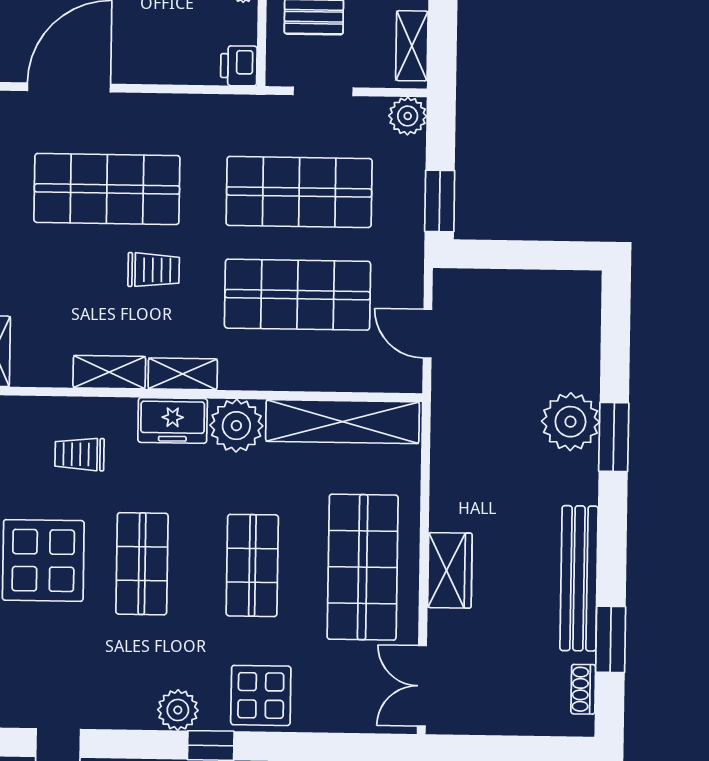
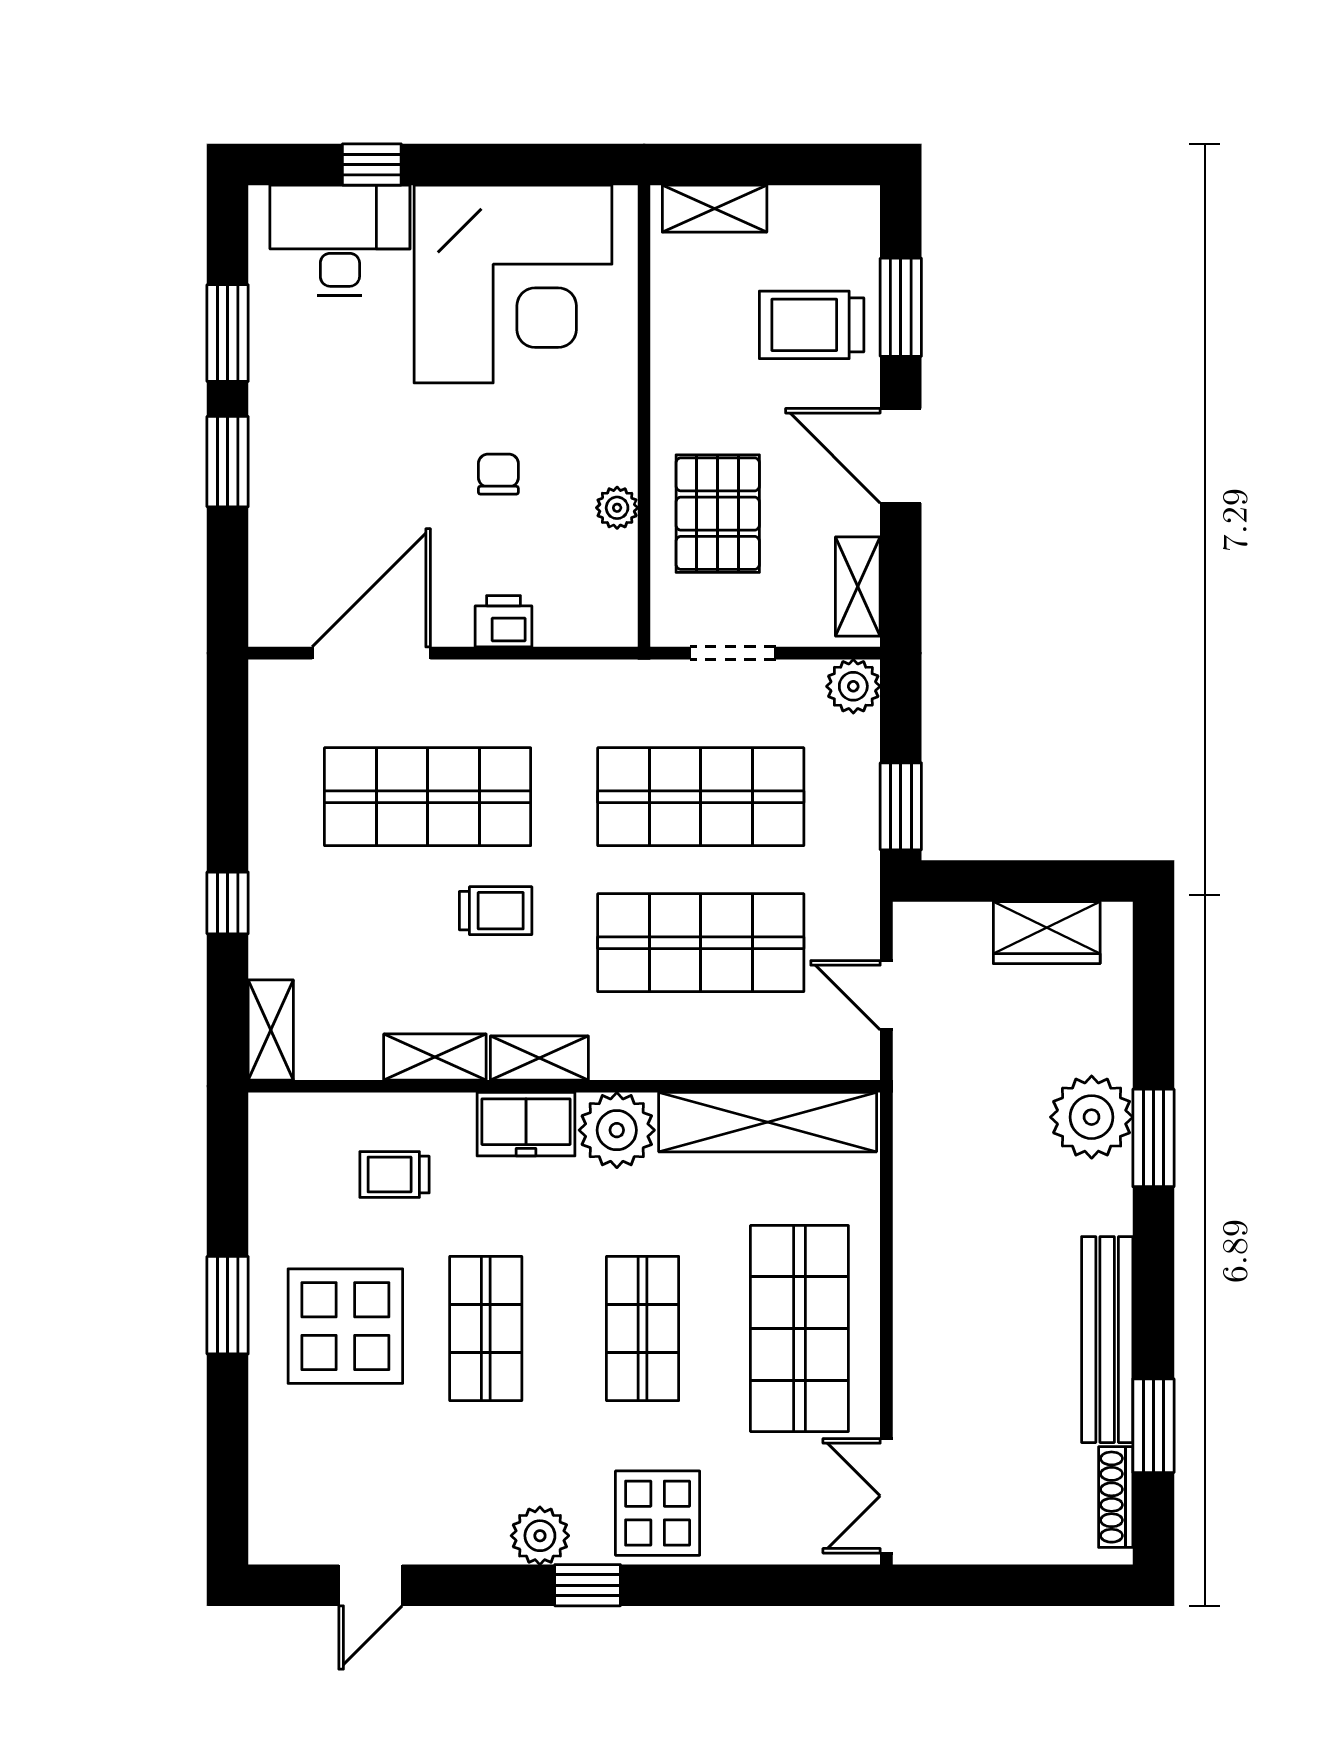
printer: (239, 66) -> (504, 621), moved, turned 90
wardrobe: (450, 570) -> (1047, 933), moved, turned 90
shoe rack: (583, 689) -> (1116, 1497), width x1.43

